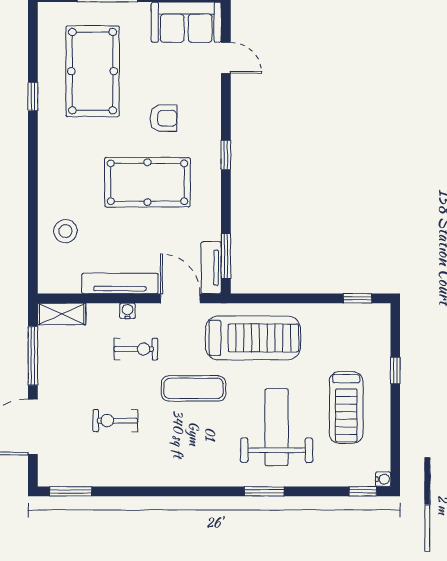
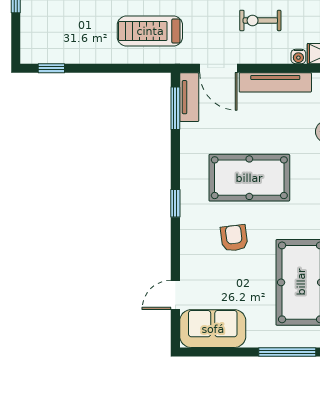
door: (226, 58) -> (175, 295), hinge flipped
armchair: (164, 118) -> (234, 238), turned 83
water cooler: (127, 311) -> (298, 56), moved
treadmill: (253, 338) -> (150, 31), width x0.73, depth x0.73

